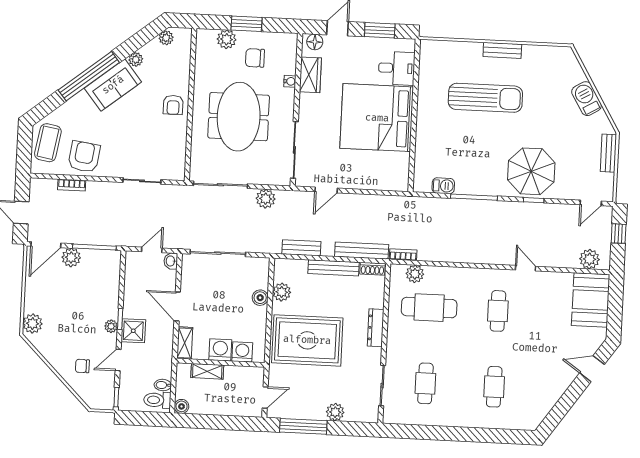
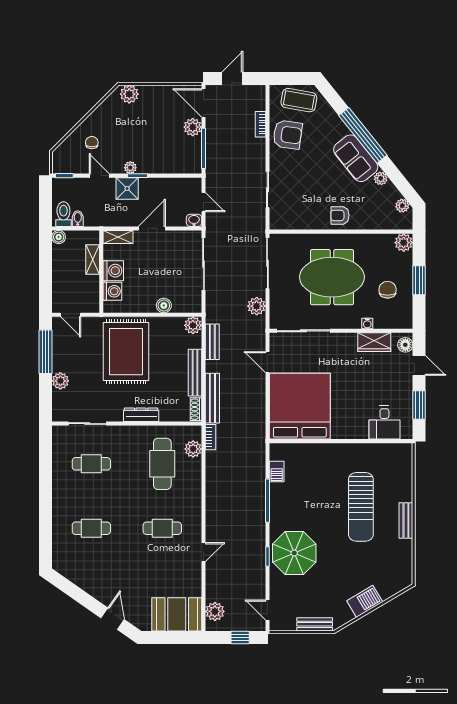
plant: (227, 39) -> (404, 243), moved
bed: (377, 118) -> (300, 406), moved
plant: (282, 292) -> (193, 325), moved

